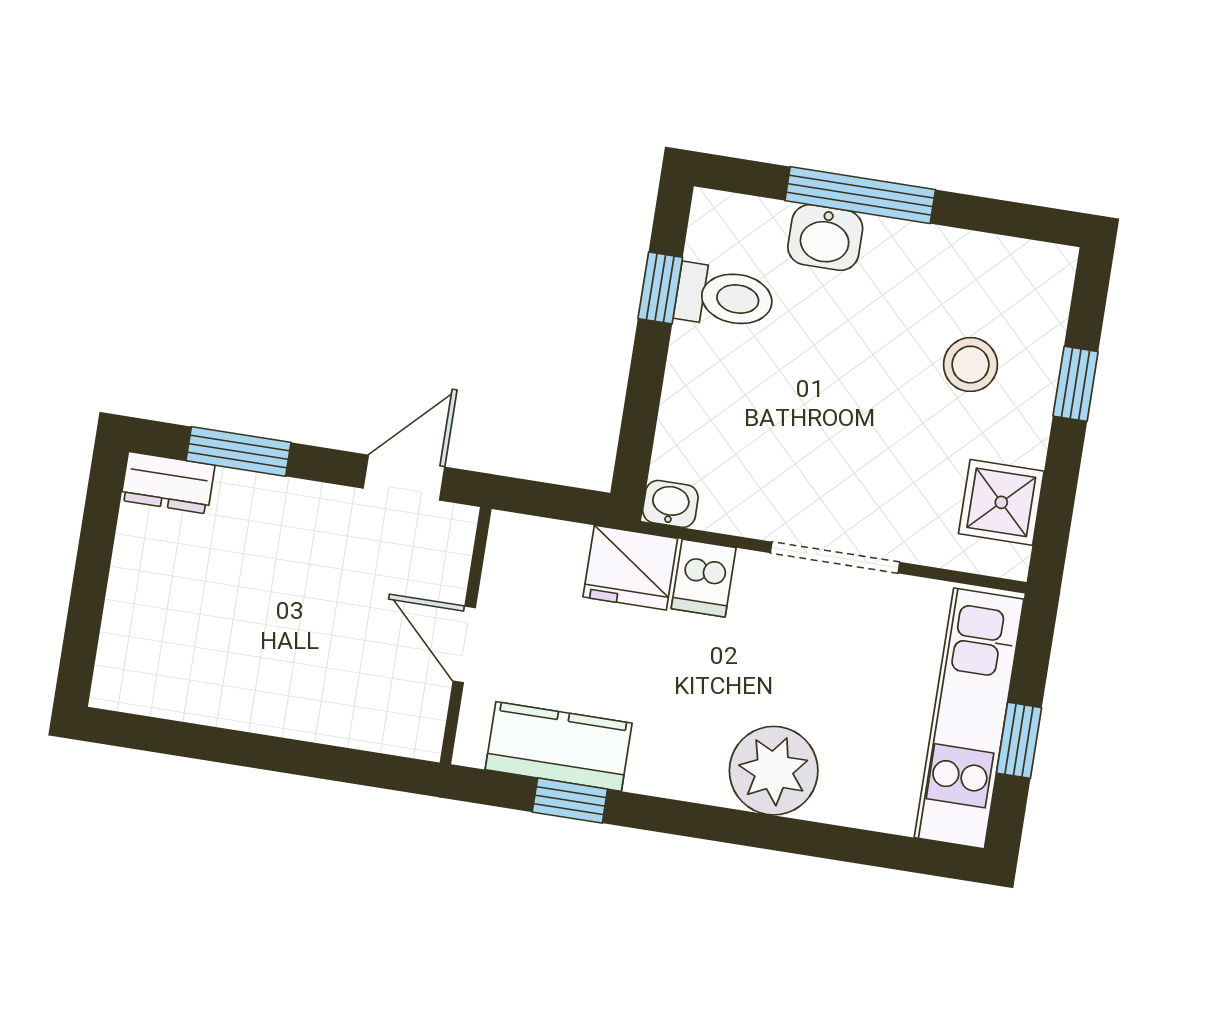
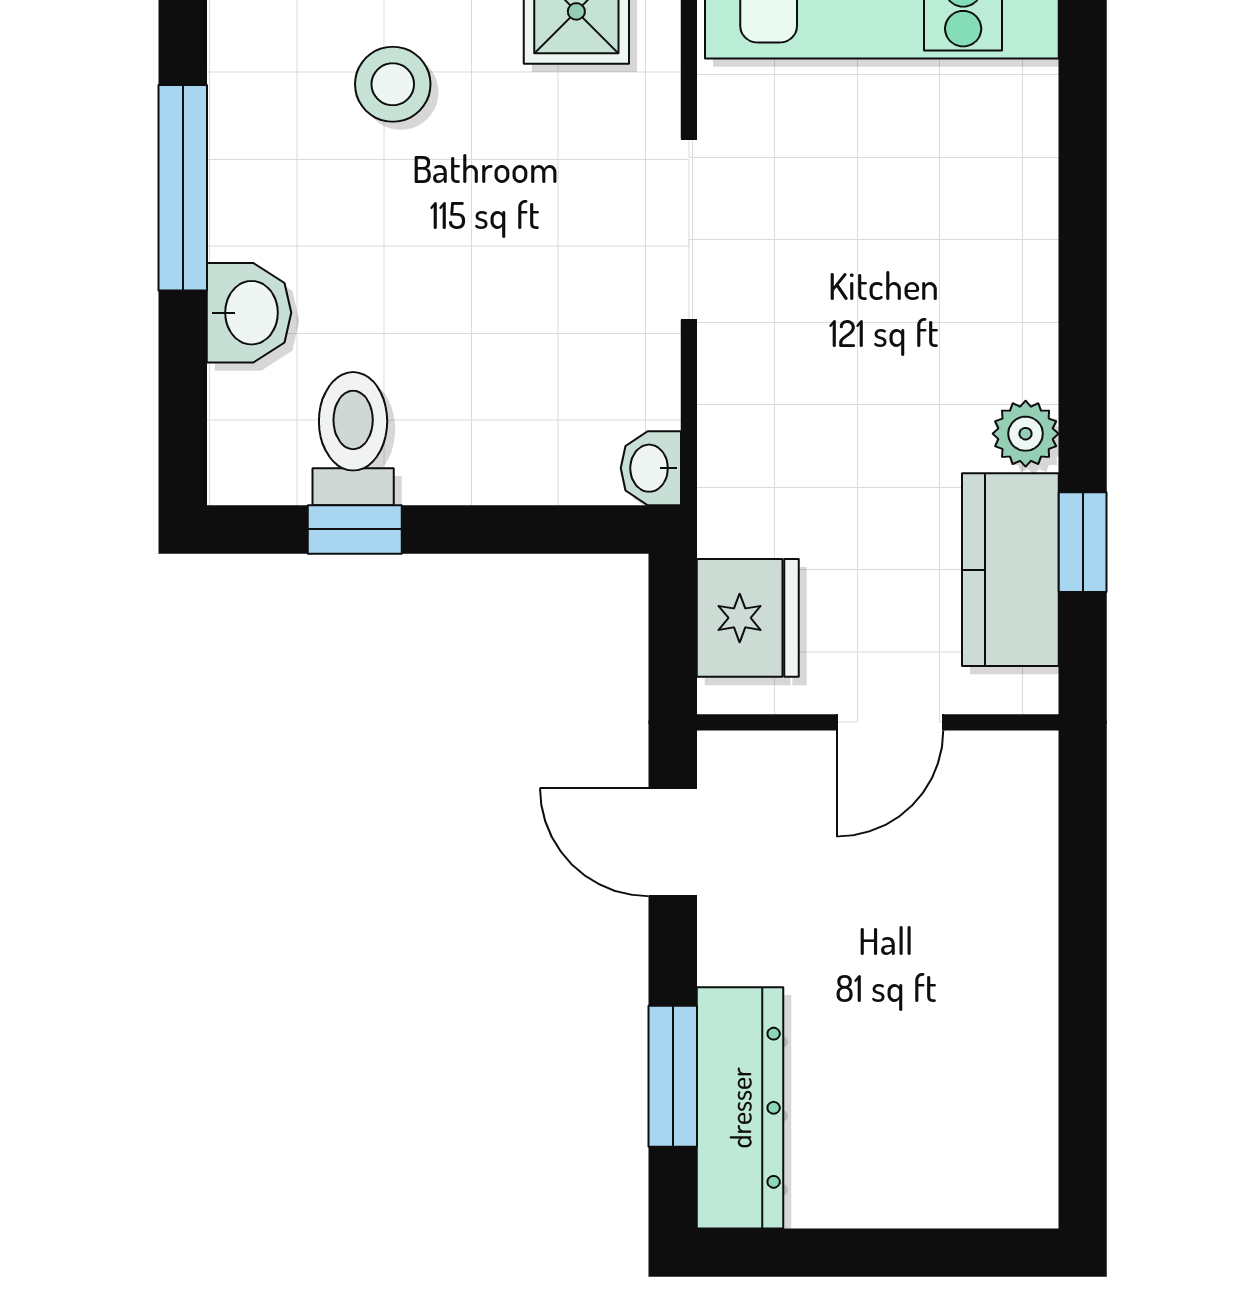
window: (860, 195) -> (183, 188), moved
dresser: (168, 483) -> (740, 1108), width x1.96, depth x1.24
fridge: (630, 568) -> (748, 618), moved
dishwasher: (704, 578) -> (746, 406), removed
plant: (774, 771) -> (1026, 434), moved, width x0.53, depth x0.53

